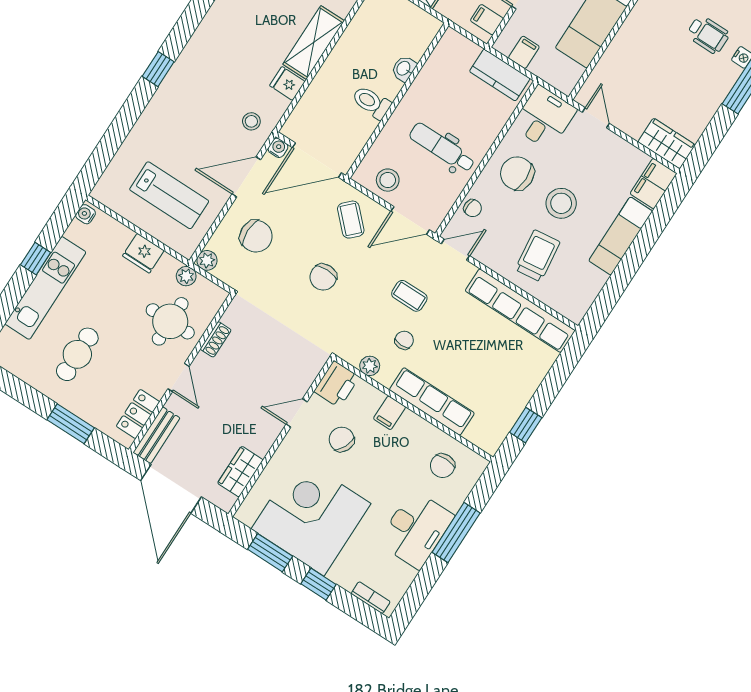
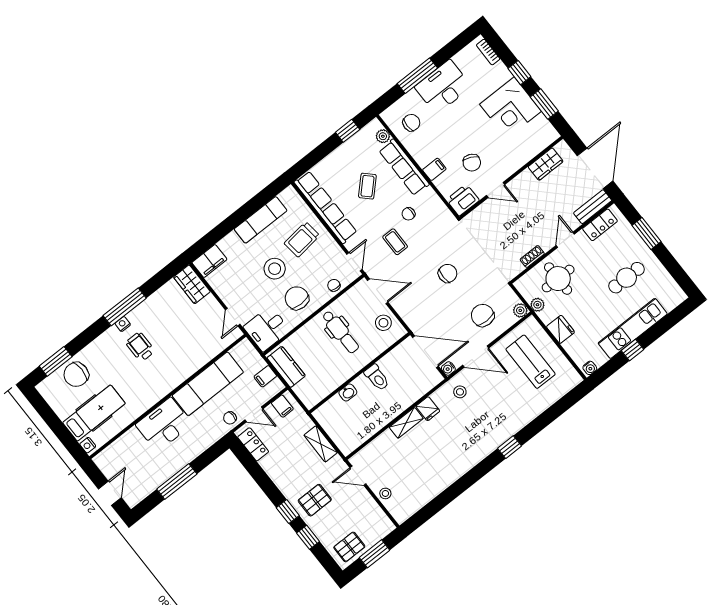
shelving: (314, 43) -> (406, 423), width x0.67, depth x0.75
chair: (517, 173) -> (297, 298), turned 180
coffee table: (351, 220) -> (367, 186), moved
exam couch: (621, 236) -> (261, 220), moved
door: (455, 250) -> (355, 262), swing flipped
plant: (370, 366) -> (383, 136), moved
corner desk: (311, 516) -> (510, 108), width x0.74, depth x0.74

